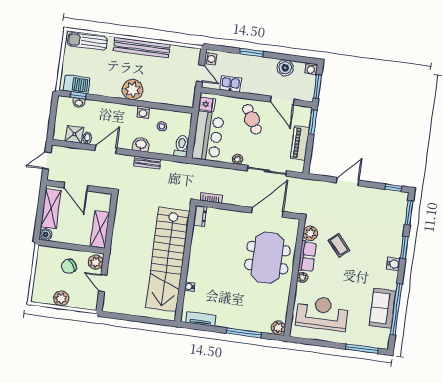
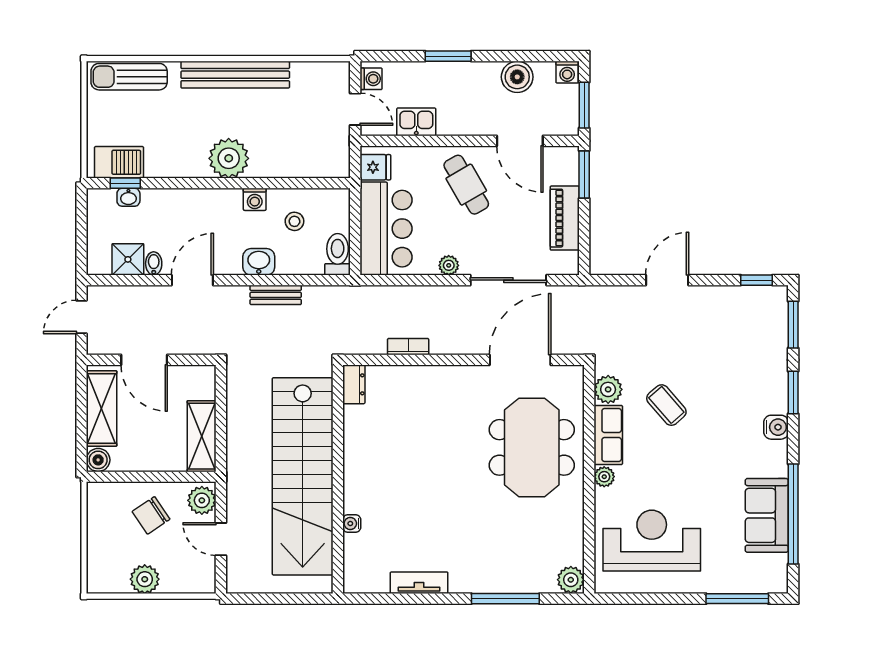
dresser: (200, 216) -> (354, 384), moved
stairs: (168, 259) -> (303, 476), moved
wall: (185, 263) -> (338, 479), moved
water cooler: (189, 287) -> (352, 524), moved

